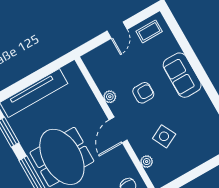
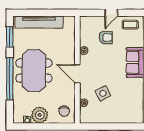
armchair: (143, 93) -> (106, 37), moved
door: (118, 130) -> (77, 74), hinge flipped

